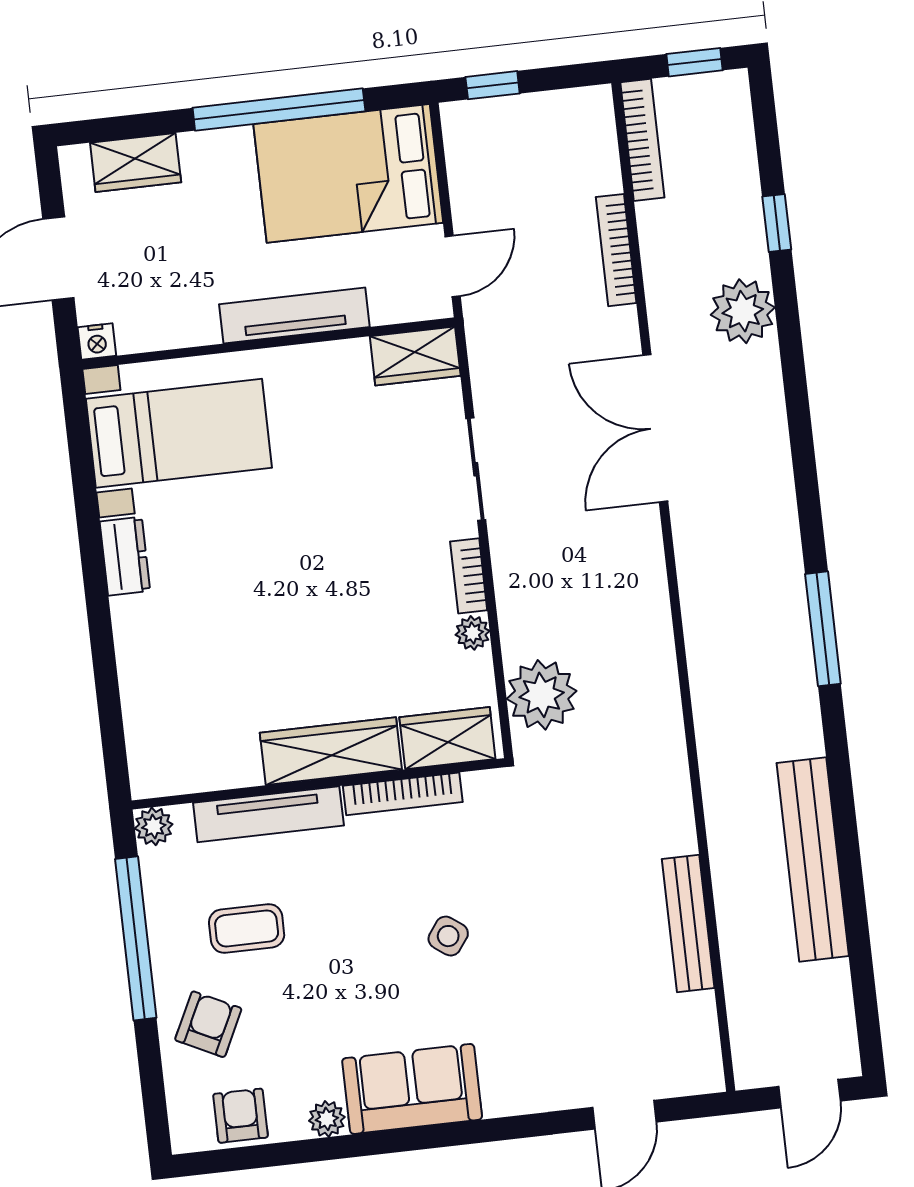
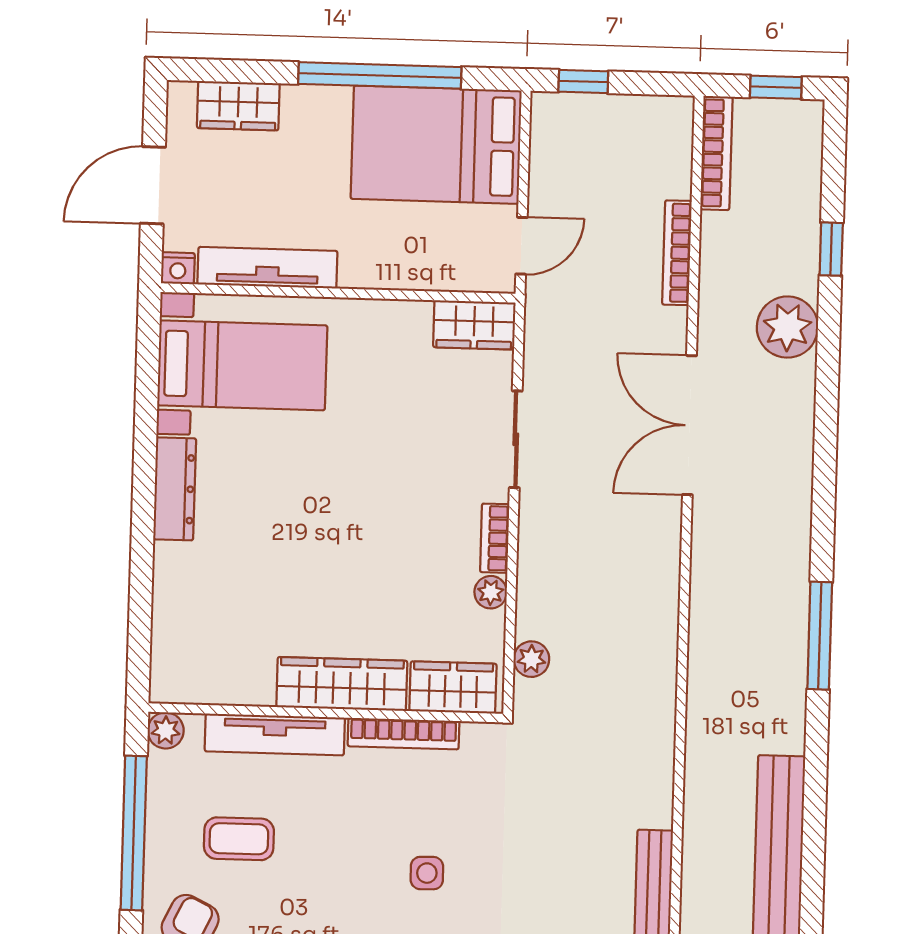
tv unit: (294, 316) -> (267, 268), moved
dresser: (125, 556) -> (175, 489), width x1.44
plant: (542, 695) -> (531, 659), width x0.53, depth x0.53
side table: (448, 936) -> (427, 873), turned -37

